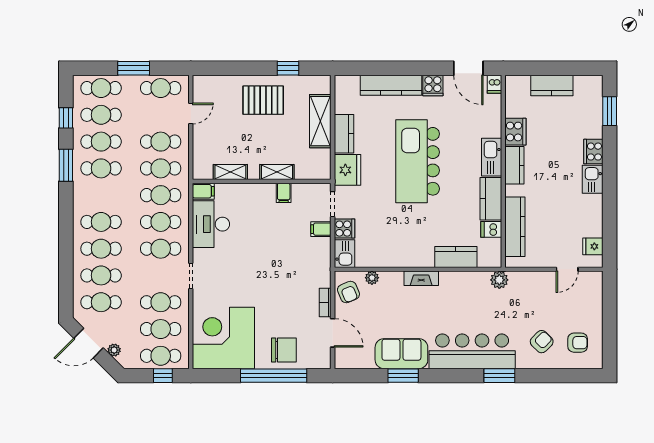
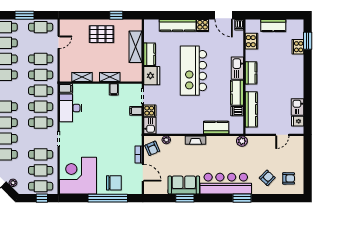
cooker: (515, 132) -> (252, 41), moved
cooker: (593, 152) -> (298, 47), moved
kitchen sink: (593, 179) -> (298, 107), moved

